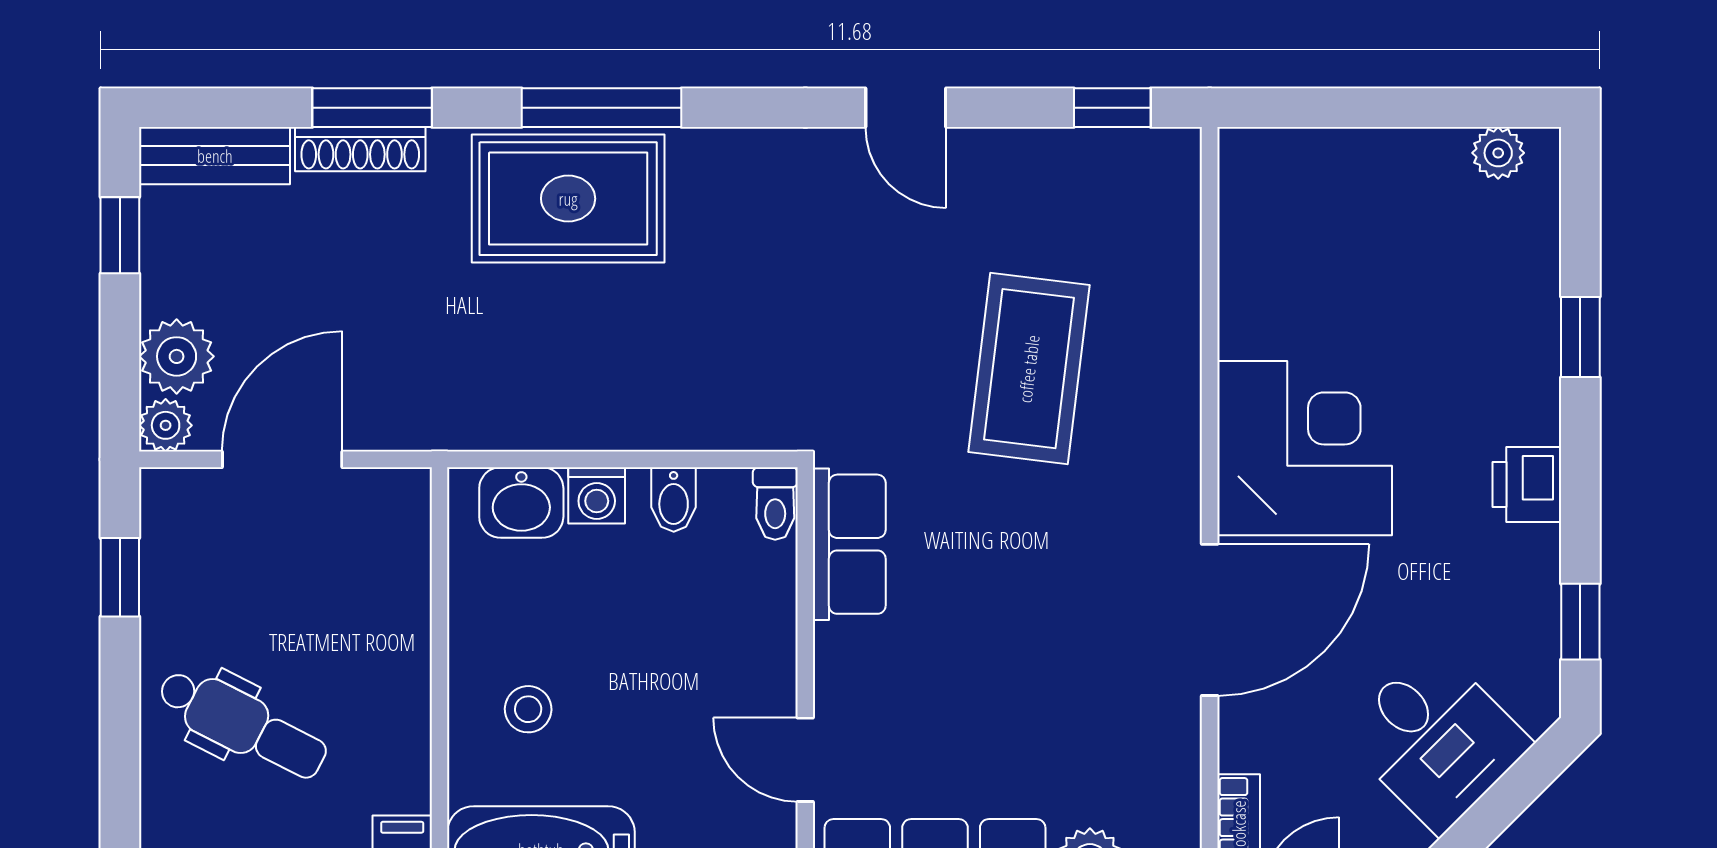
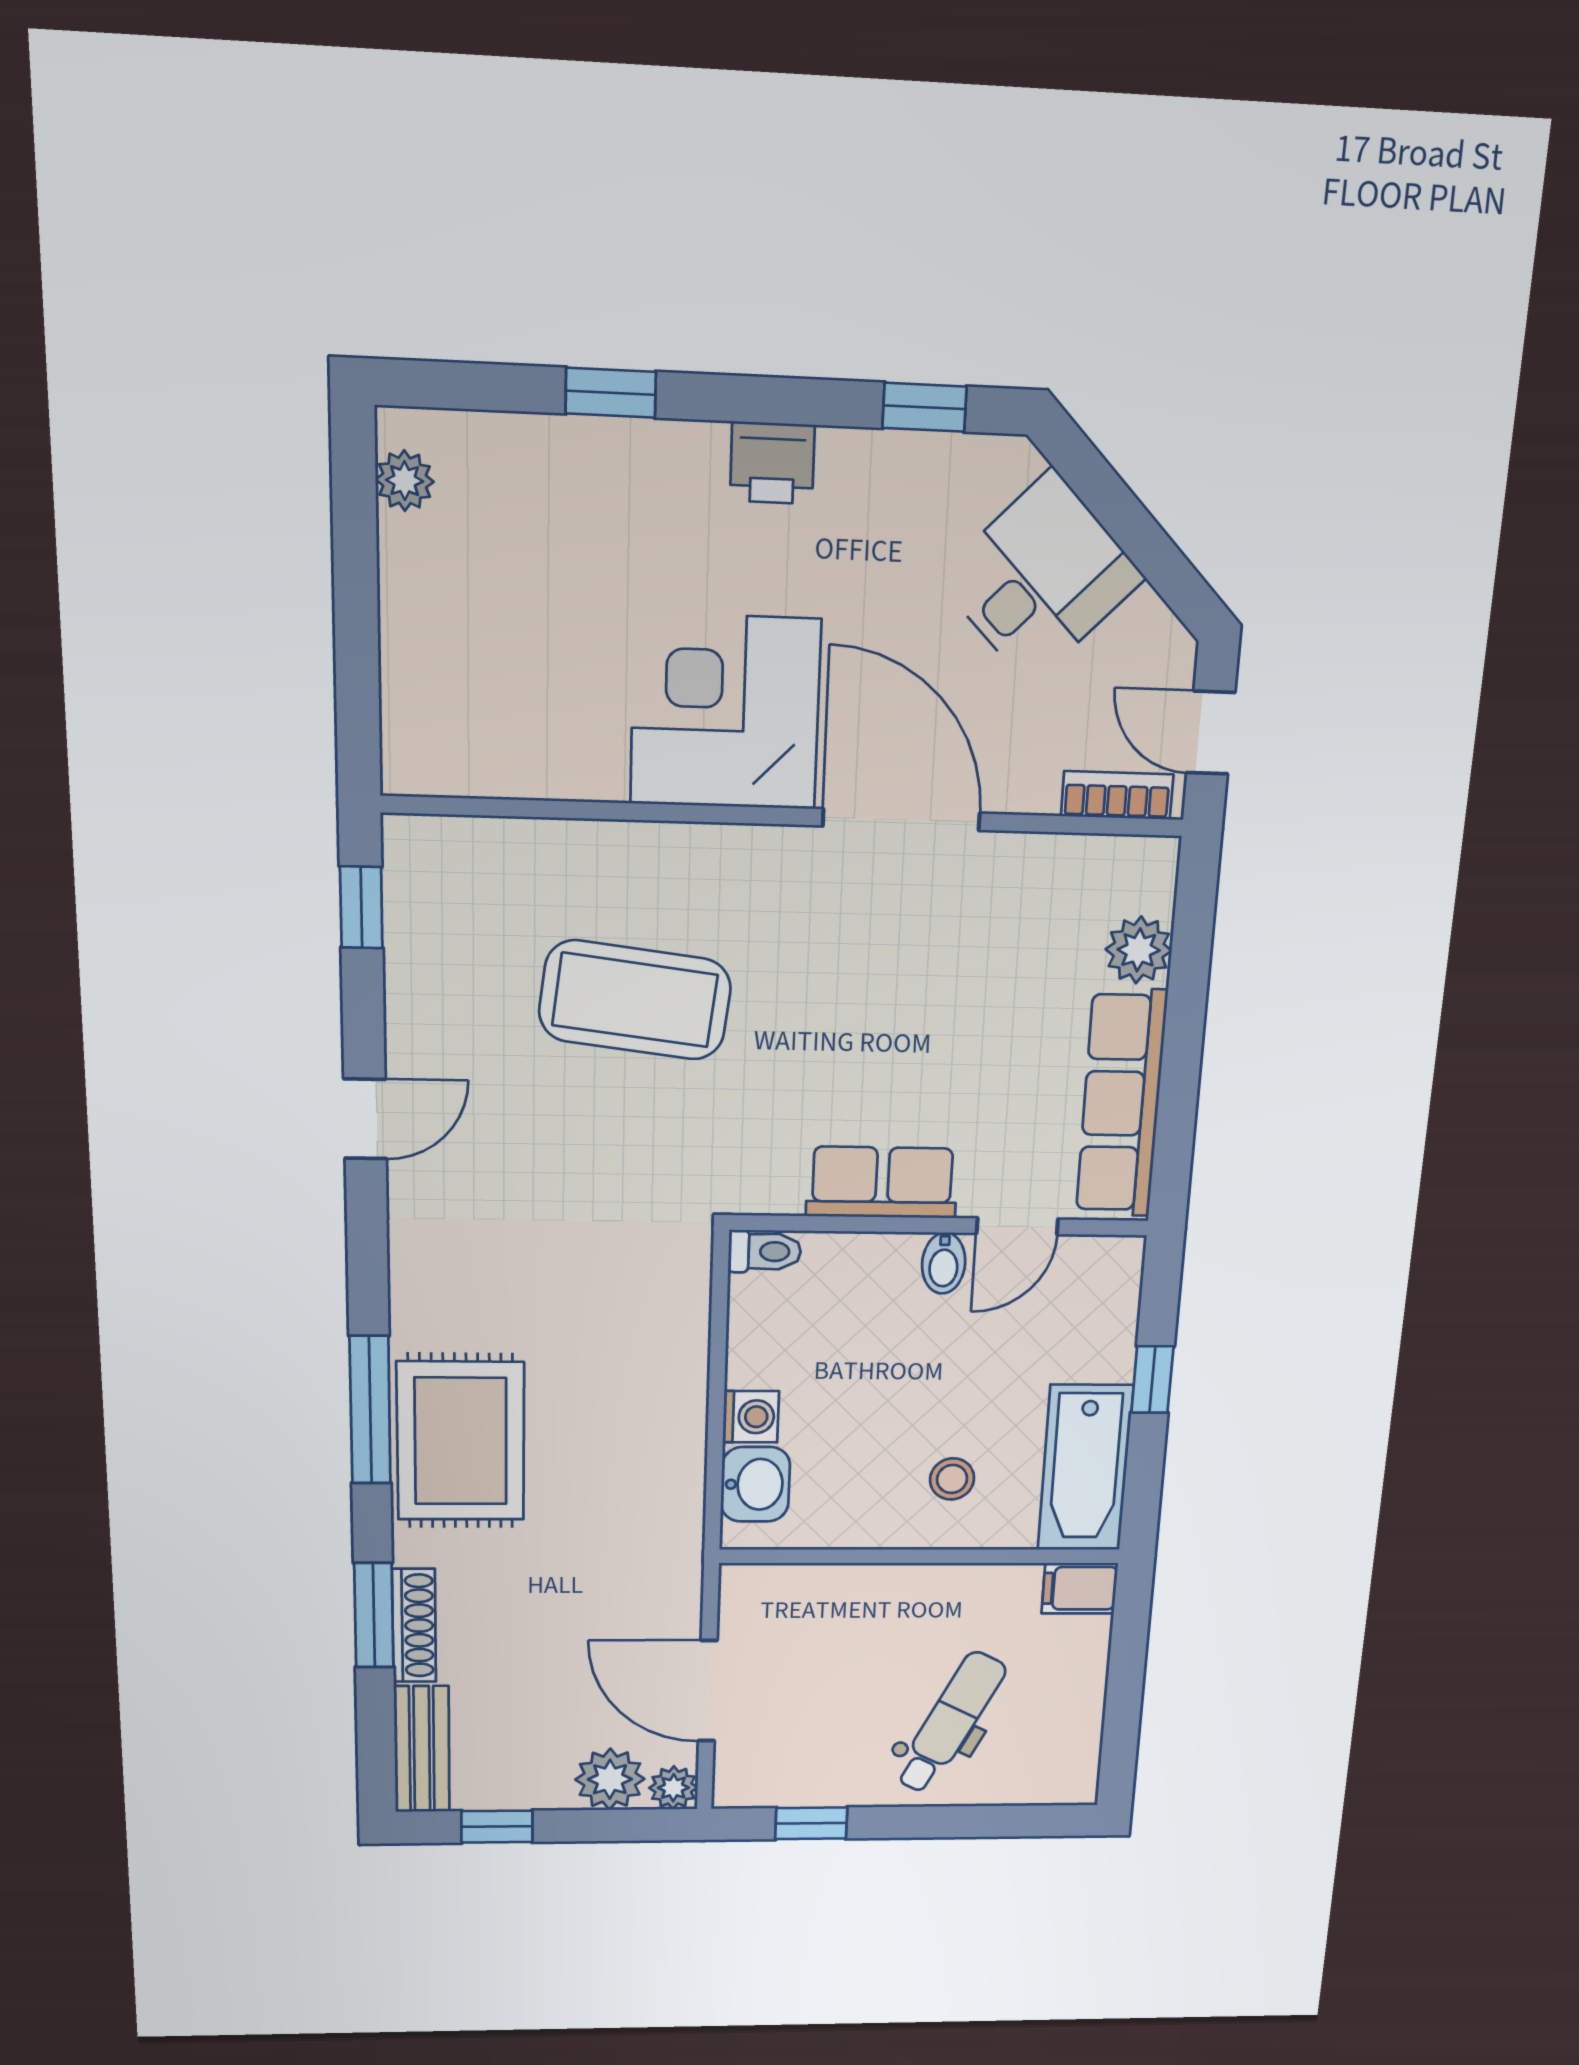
bidet: (674, 500) -> (944, 1263), moved, turned 90
row of seats: (849, 544) -> (882, 1182), moved

